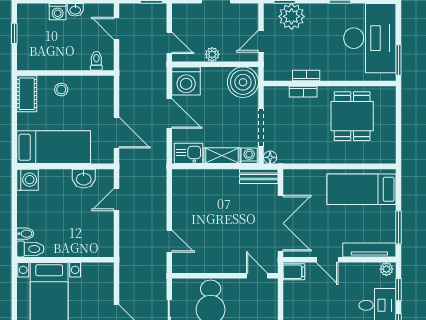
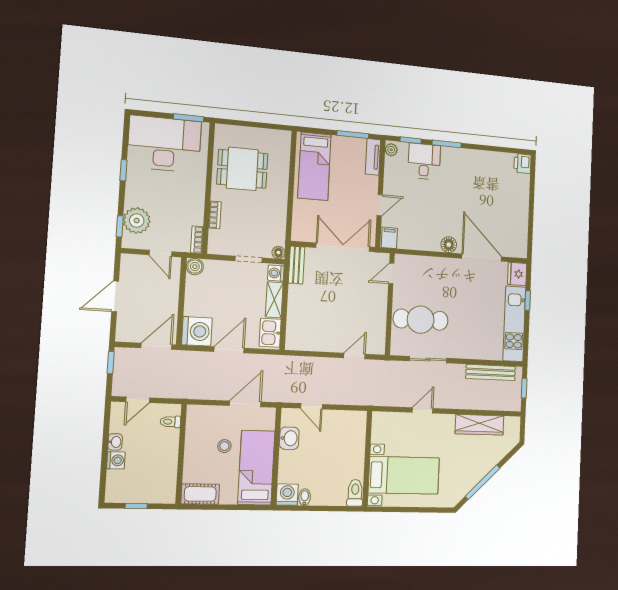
door: (169, 43) -> (156, 346), width x1.38
plant: (212, 54) -> (171, 303), removed
bookcase: (306, 76) -> (197, 240), moved
boiler: (243, 82) -> (195, 267), width x0.54, depth x0.54
stool: (61, 90) -> (224, 446), moved
doorway: (261, 128) -> (249, 259), width x0.73
bidet: (25, 234) -> (305, 497), moved
tv unit: (369, 250) -> (373, 157), width x0.71

